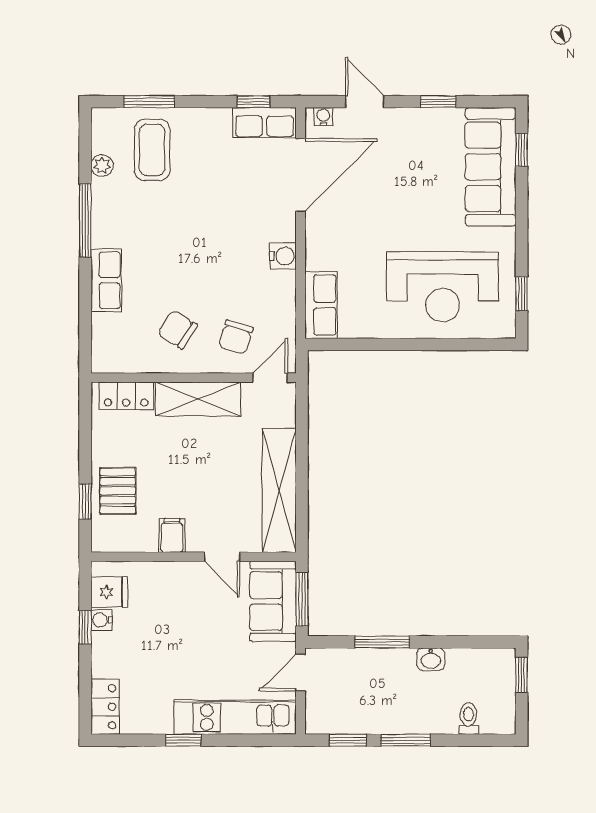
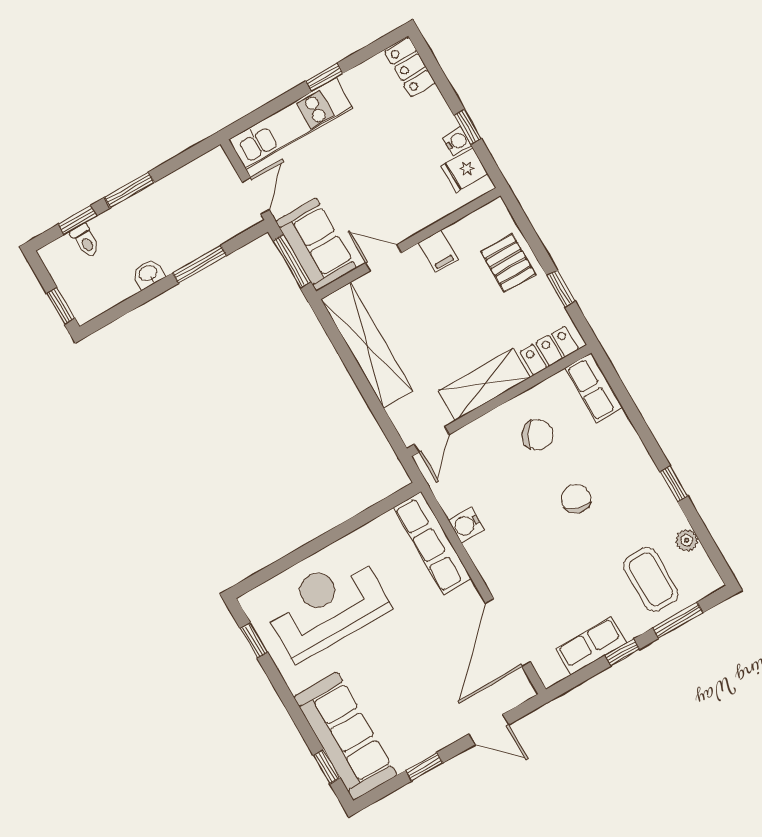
window: (253, 102) -> (622, 652), moved
water cooler: (323, 117) -> (517, 695), removed
row of seats: (265, 123) -> (591, 646), moved
window: (85, 220) -> (674, 484), width x0.46
water cooler: (283, 256) -> (466, 525), moved
row of seats: (106, 280) -> (594, 388), moved
row of seats: (321, 305) -> (432, 543), width x1.48
chair: (236, 337) -> (576, 499), moved
window: (85, 501) -> (561, 289), moved
window: (348, 740) -> (77, 220), moved

